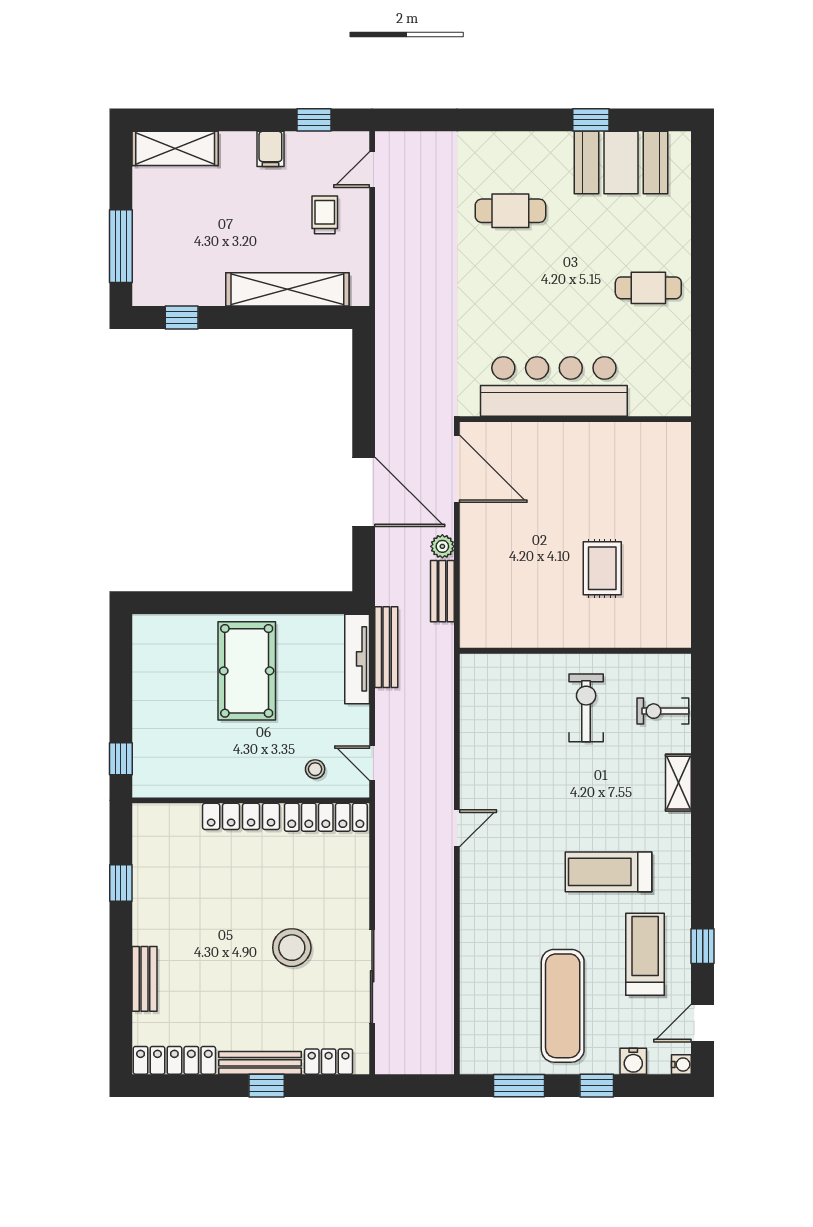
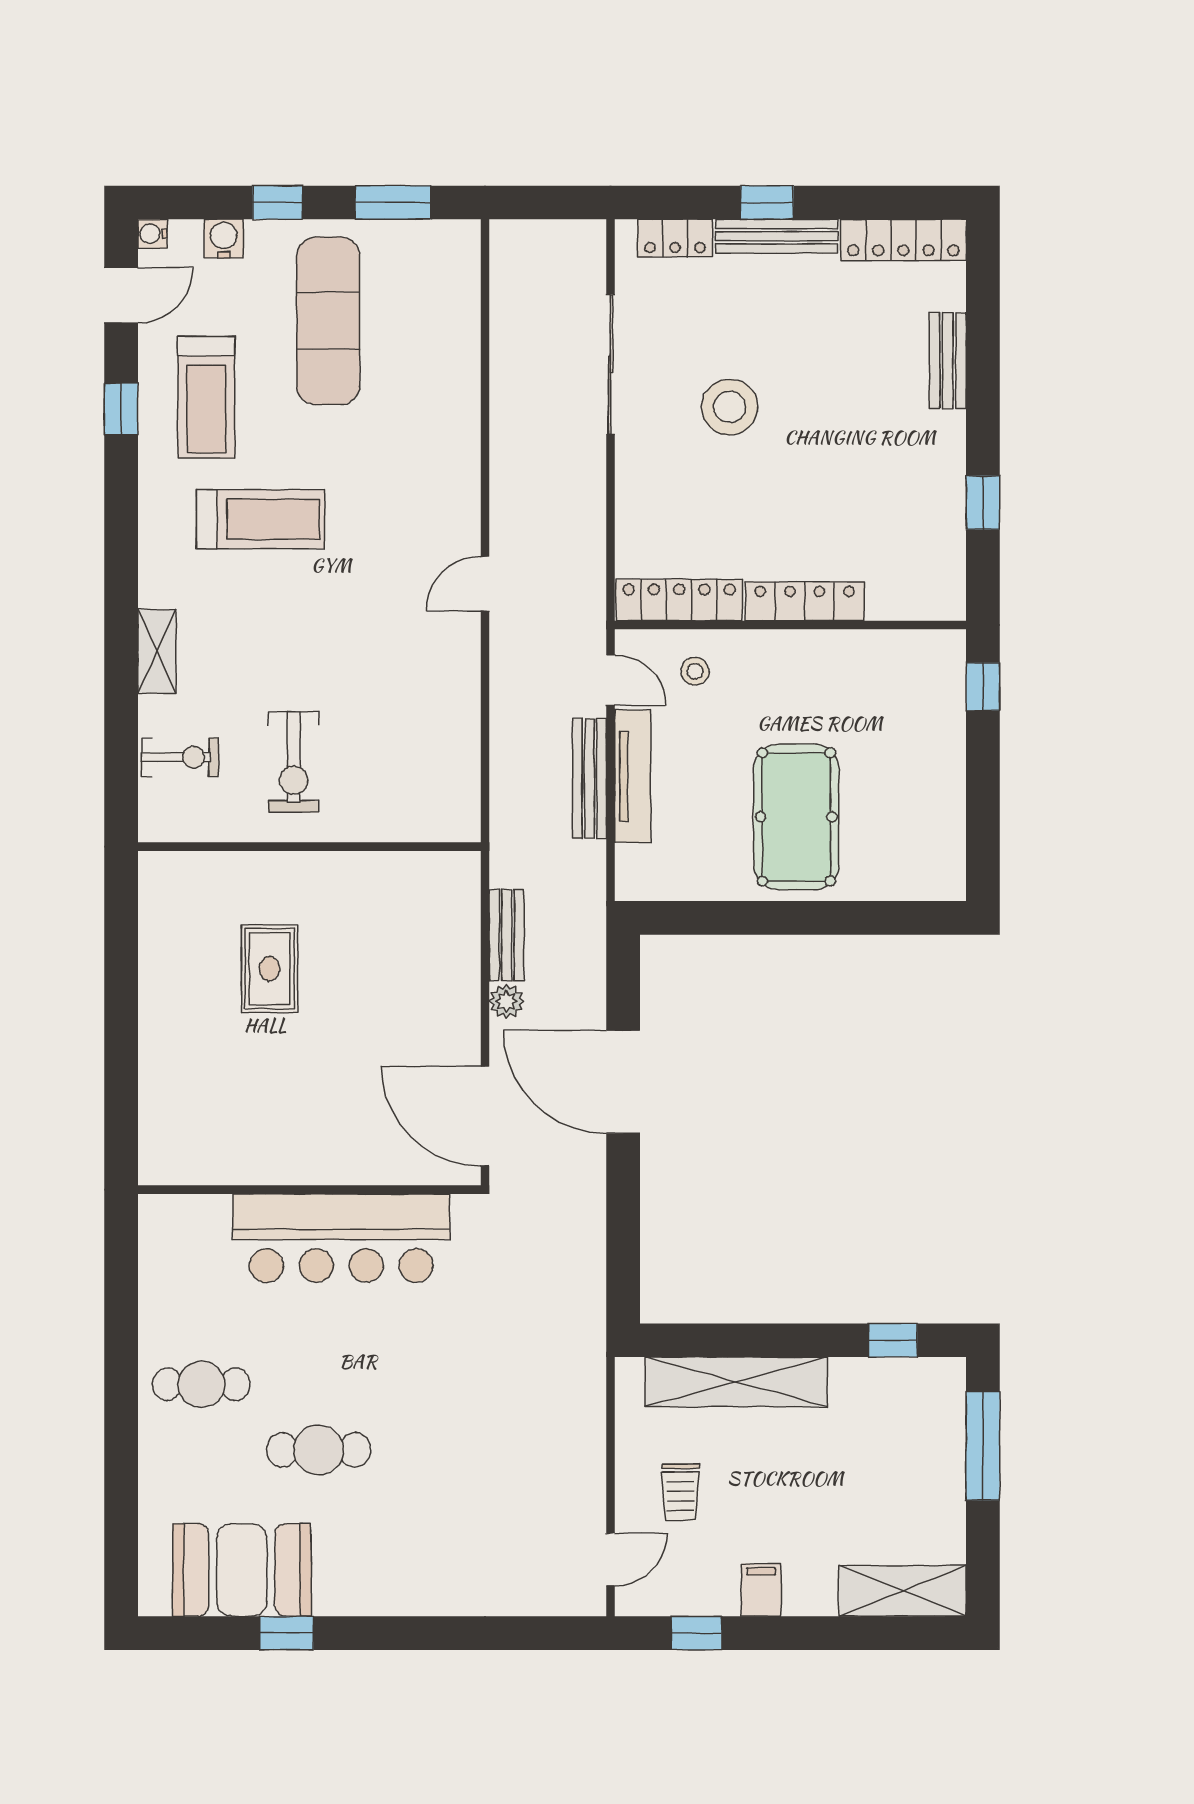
cafe table: (510, 211) -> (319, 1450), moved
bench: (386, 647) -> (590, 778), moved
tv unit: (357, 659) -> (633, 776), moved

